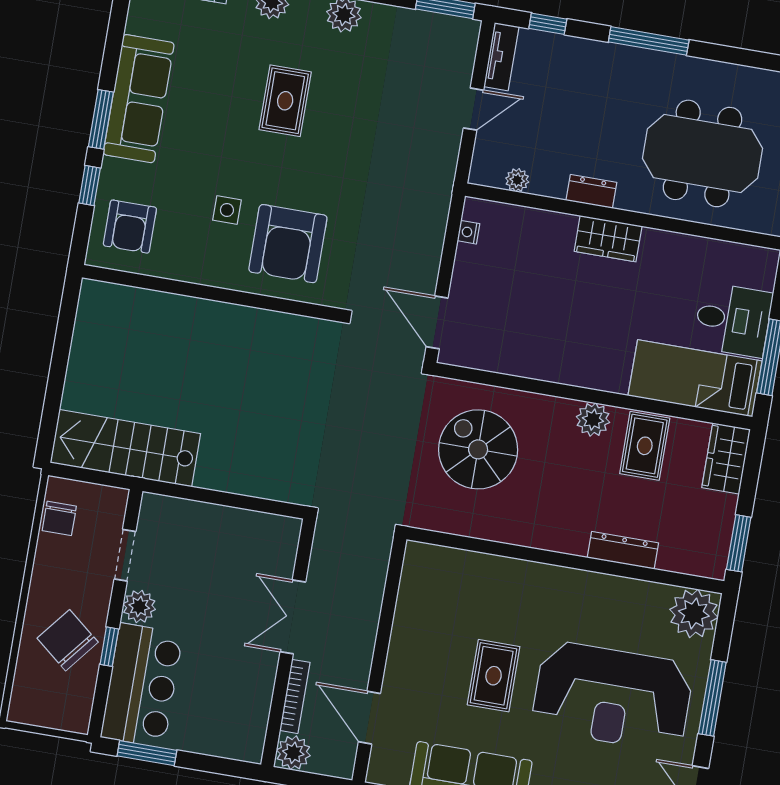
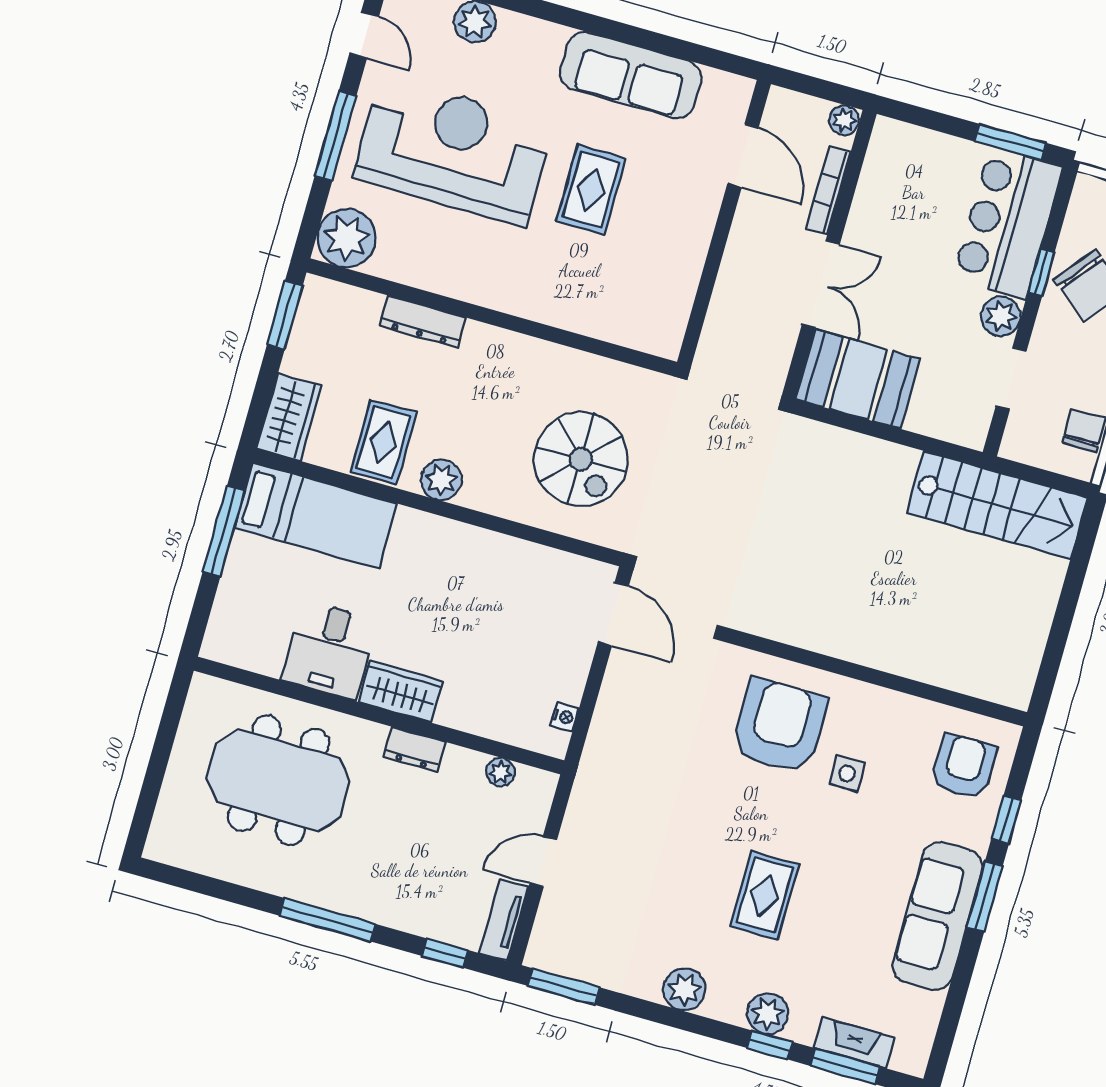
desk: (733, 320) -> (330, 650), moved, turned -90
booth: (253, 541) -> (858, 379), added
plant: (293, 753) -> (844, 120), width x0.73, depth x0.73

